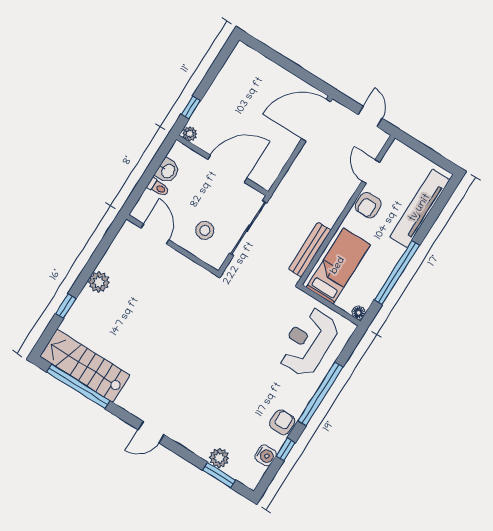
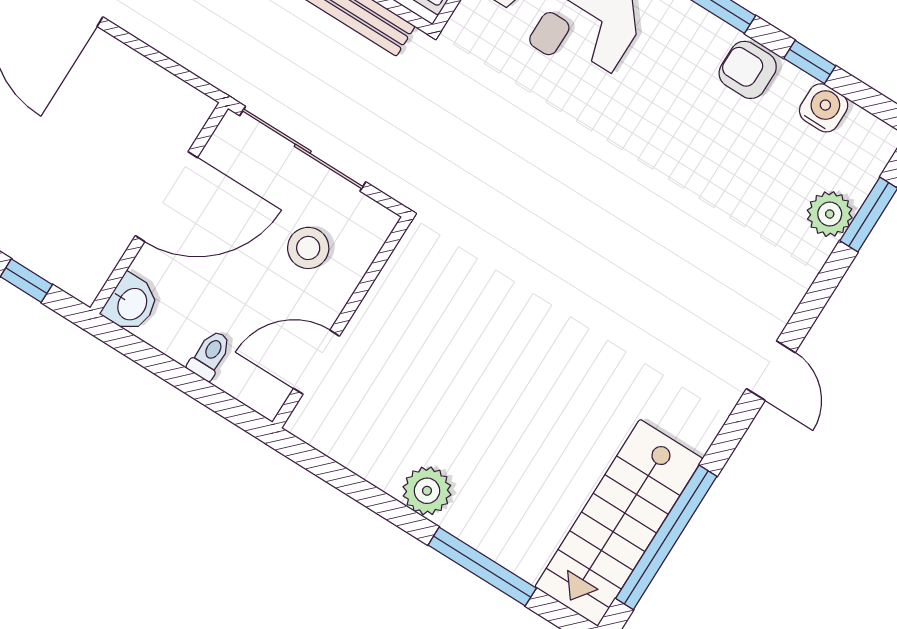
plant: (190, 134) -> (87, 283), removed
door: (227, 169) -> (166, 197), swing flipped
washbasin: (168, 171) -> (131, 303), moved, turned 90
window: (66, 306) -> (482, 567), width x2.17

